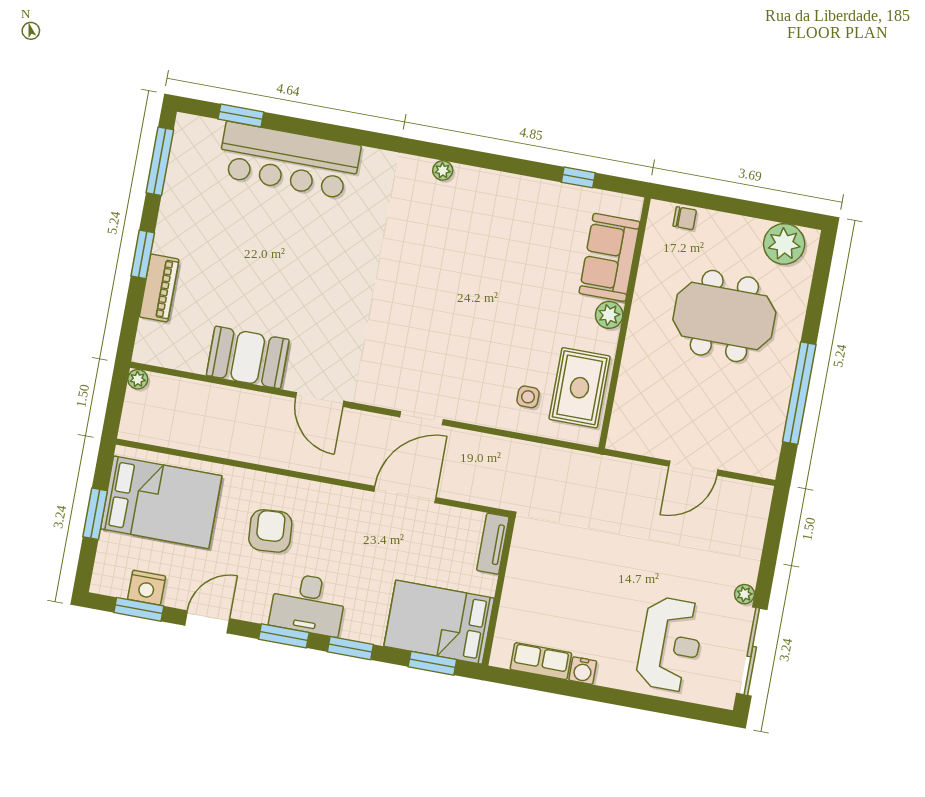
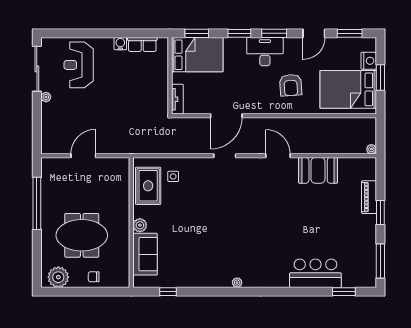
bar counter: (289, 161) -> (315, 273), width x0.73
chair: (685, 218) -> (94, 277), moved
nightstand: (147, 588) -> (369, 61), moved, turned 90

